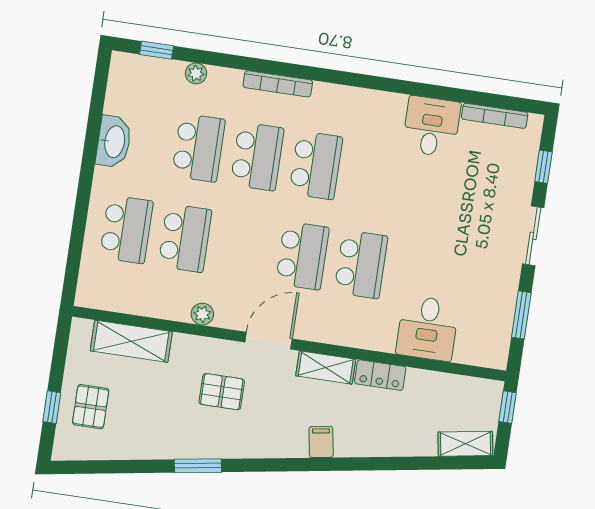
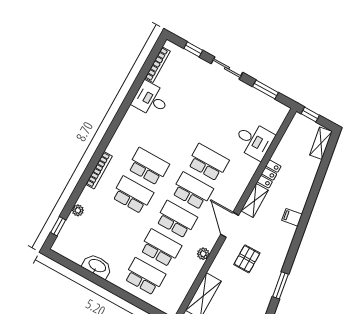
school desk: (199, 148) -> (176, 219), moved

